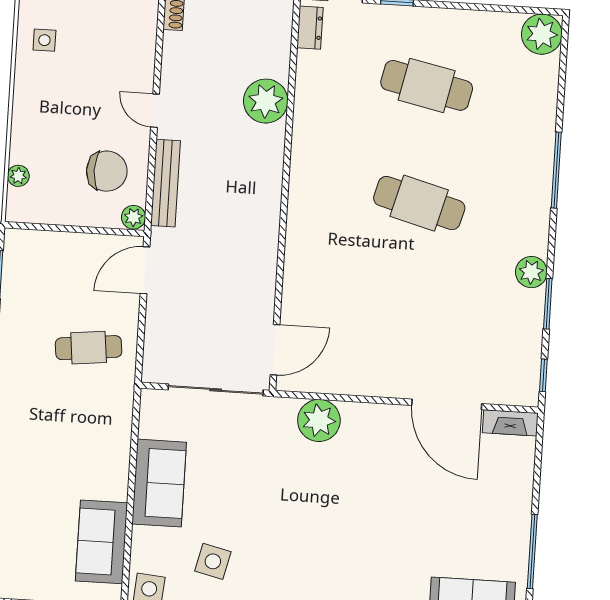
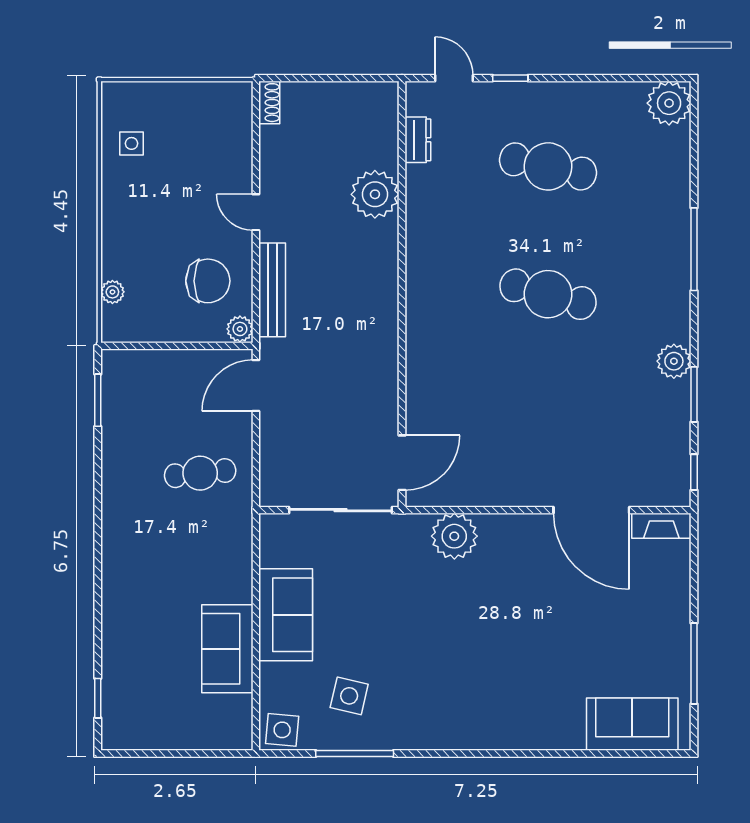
dresser: (310, 28) -> (418, 140), moved
sofa: (102, 542) -> (227, 649), moved

